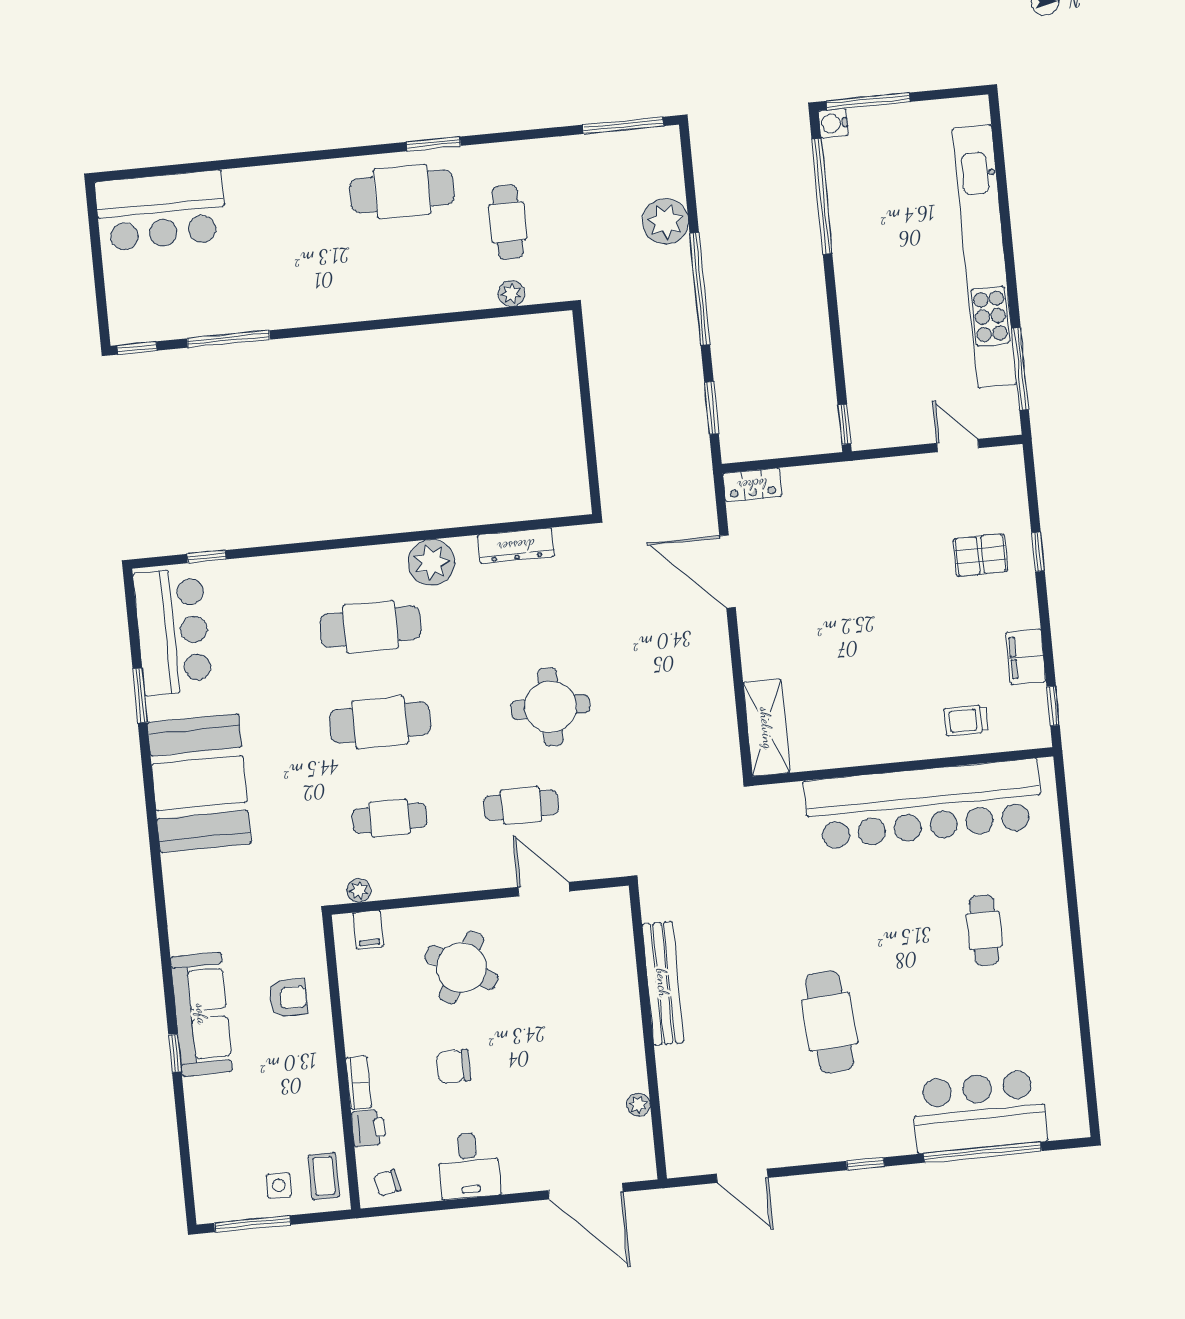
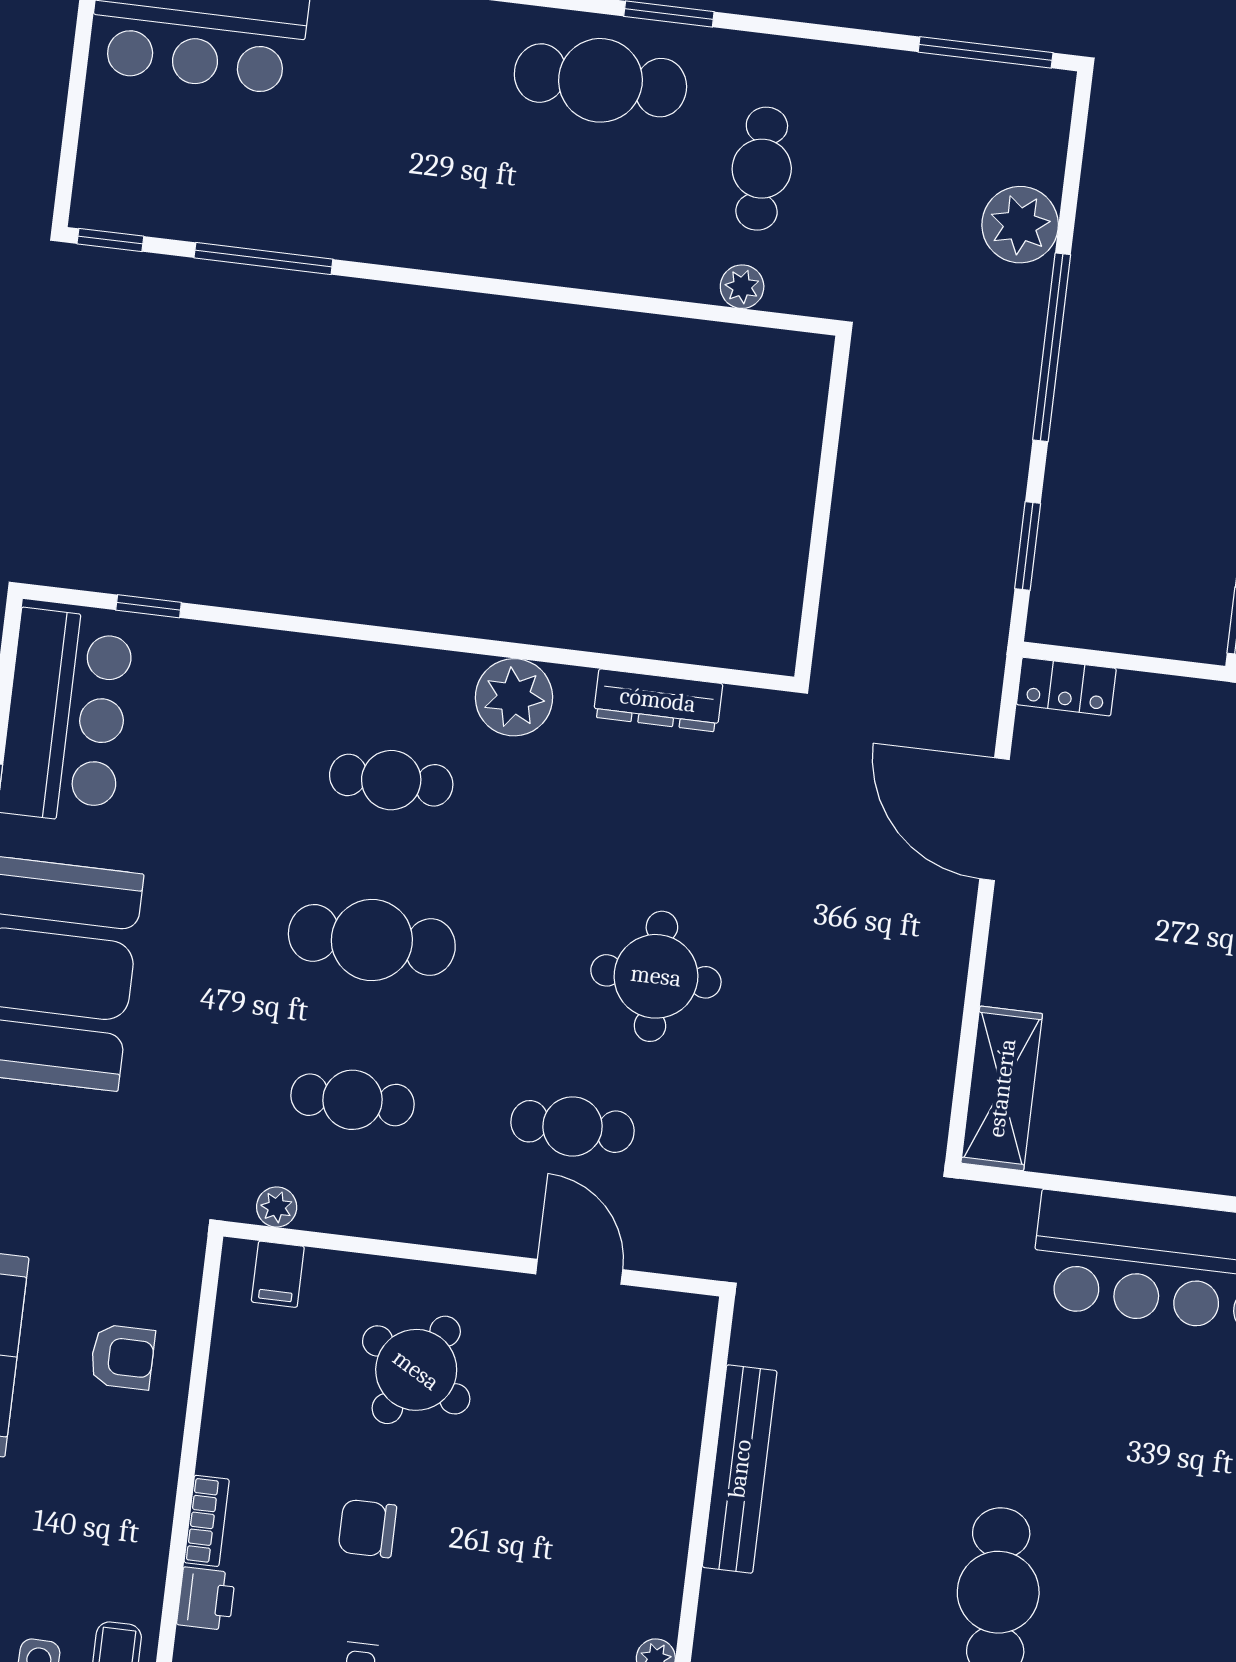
cafe table: (371, 627) -> (391, 780), width x0.73, depth x0.74

